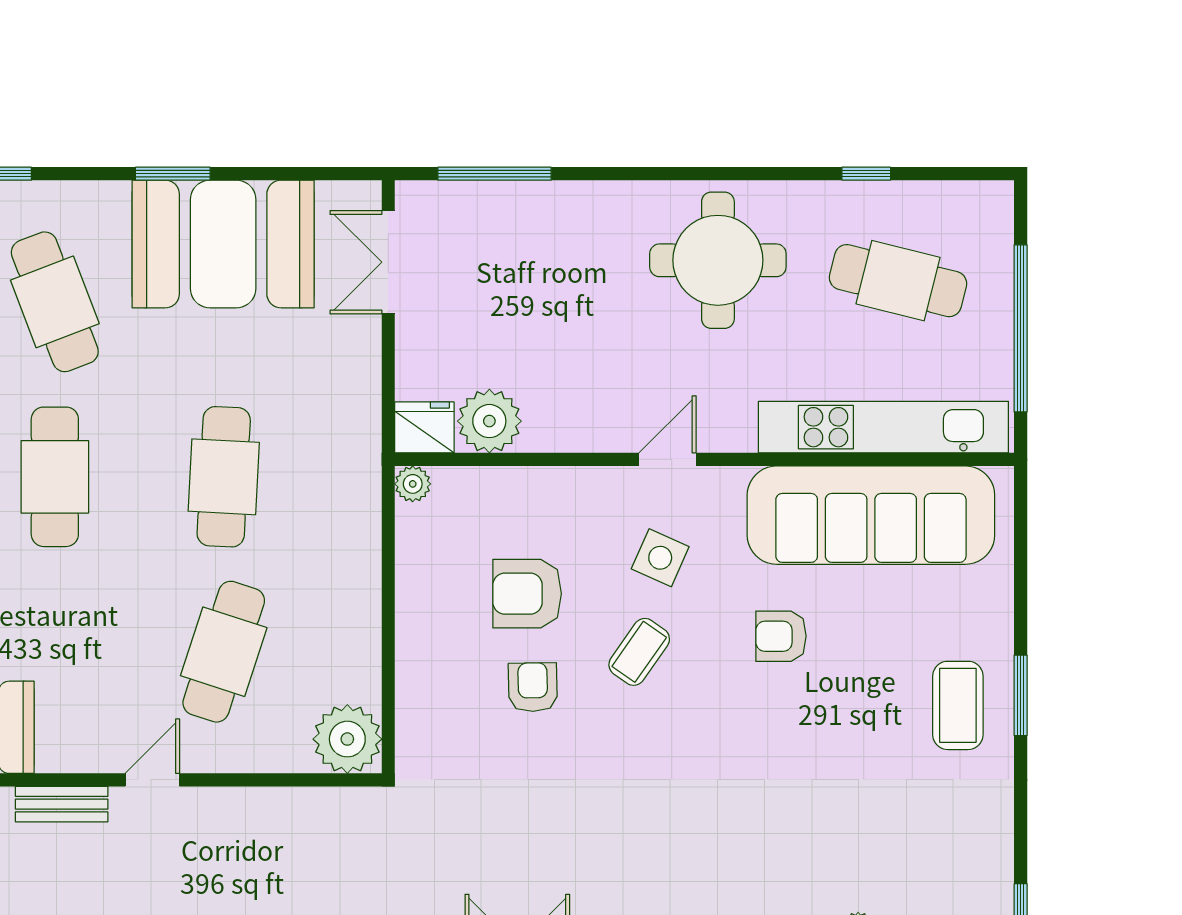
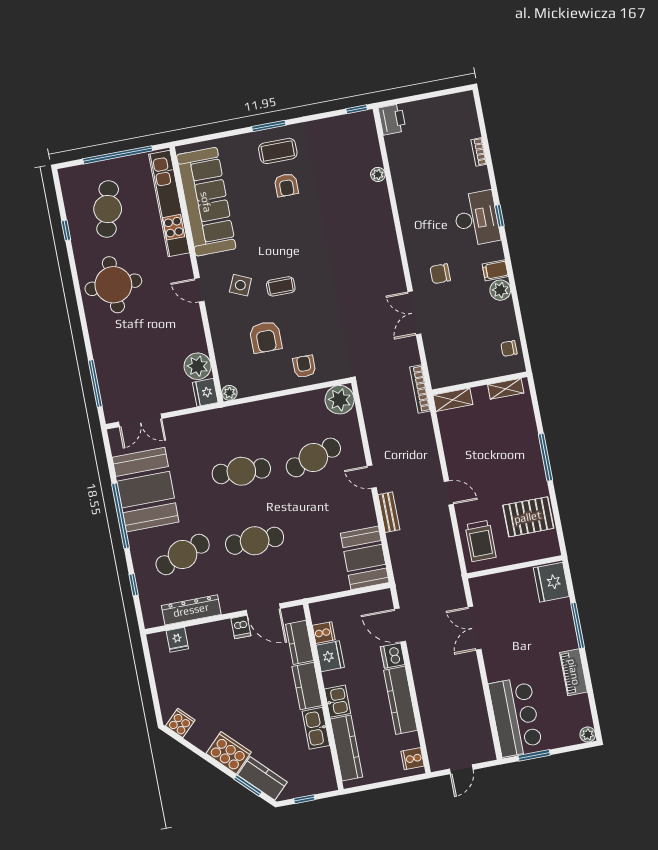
window: (173, 174) -> (121, 516), width x2.11
armchair: (781, 636) -> (286, 185), moved
cafe table: (224, 652) -> (313, 457), turned -36
coffee table: (639, 652) -> (281, 286), turned -35
armchair: (533, 687) -> (304, 366), moved, turned 91

